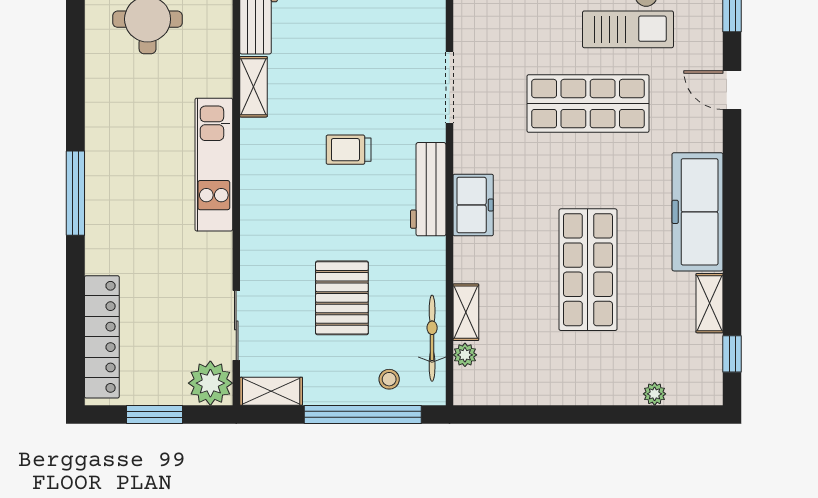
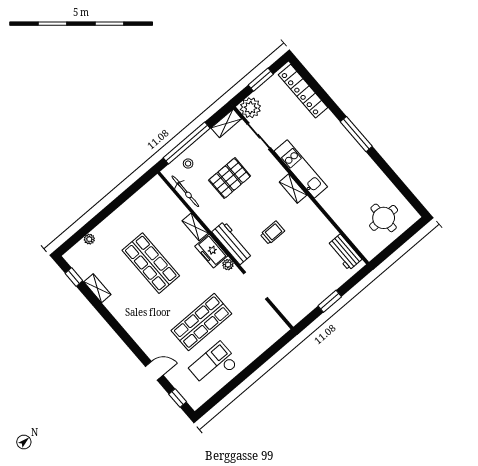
shelving: (253, 87) -> (293, 188), moved
kitchen unit: (214, 165) -> (301, 169), moved
freezer: (698, 212) -> (129, 317), removed
pallet: (342, 298) -> (230, 178), turned 90
shelving: (466, 312) -> (195, 227), moved
plant: (465, 355) -> (228, 265), moved

